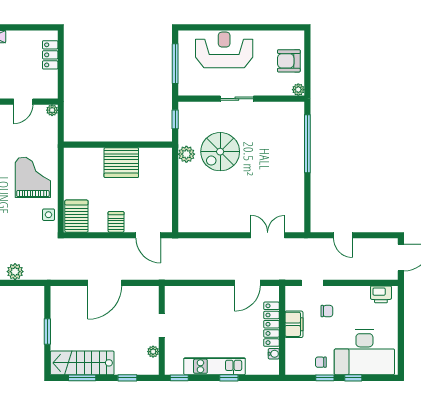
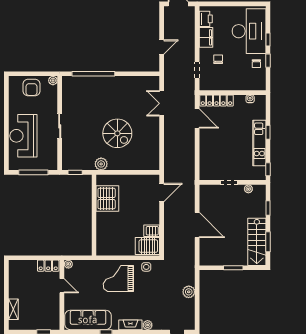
locker: (50, 55) -> (48, 266), moved
spiral stairs: (220, 152) -> (117, 133), moved
server rack: (121, 163) -> (107, 199), moved
server rack: (116, 222) -> (152, 231), moved
locker: (271, 324) -> (216, 100), moved
filing cabinet: (294, 324) -> (206, 37), moved, turned 90

